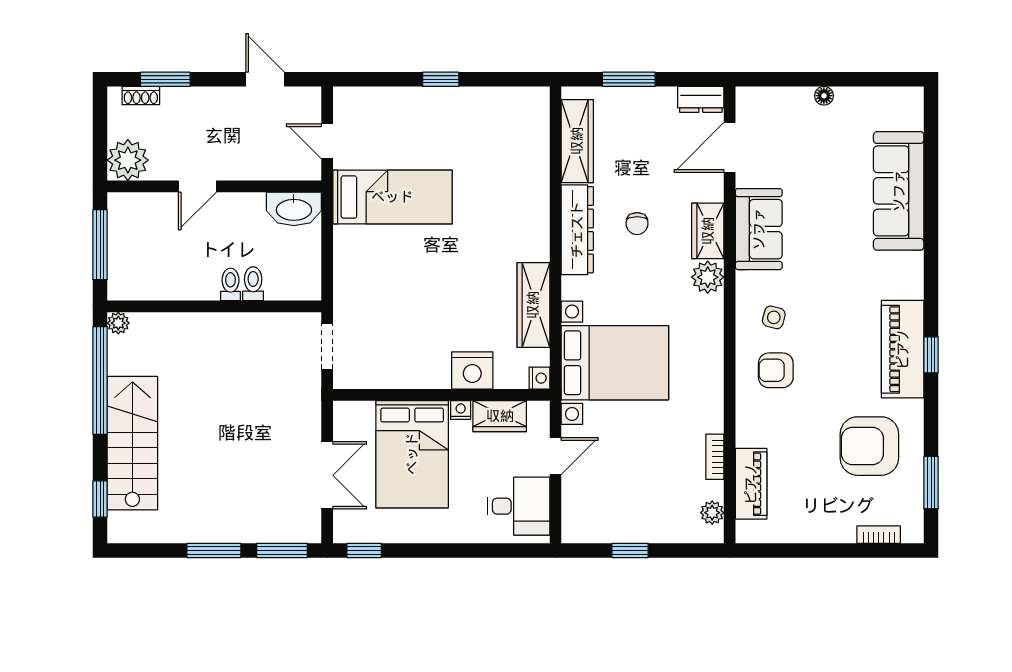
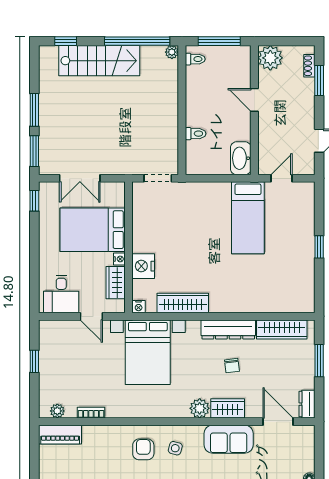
chair: (637, 224) -> (232, 366), turned -97
toilet: (230, 284) -> (195, 59), moved
piano: (751, 484) -> (60, 435), moved

